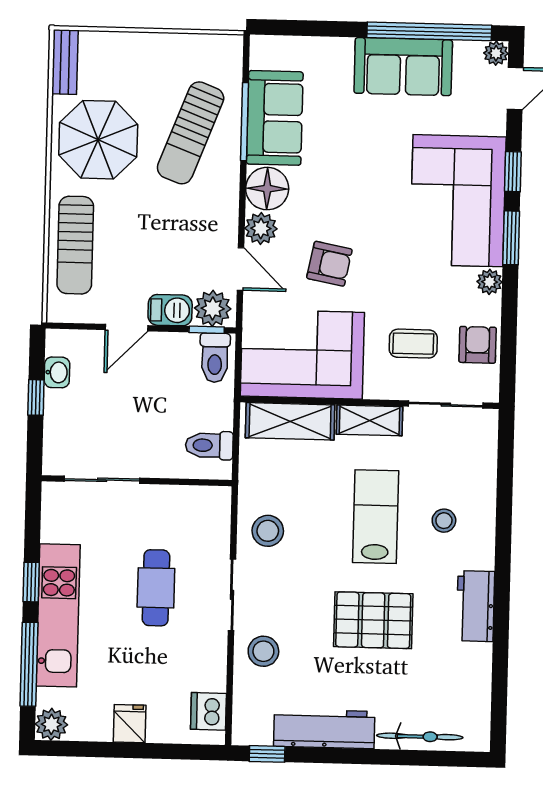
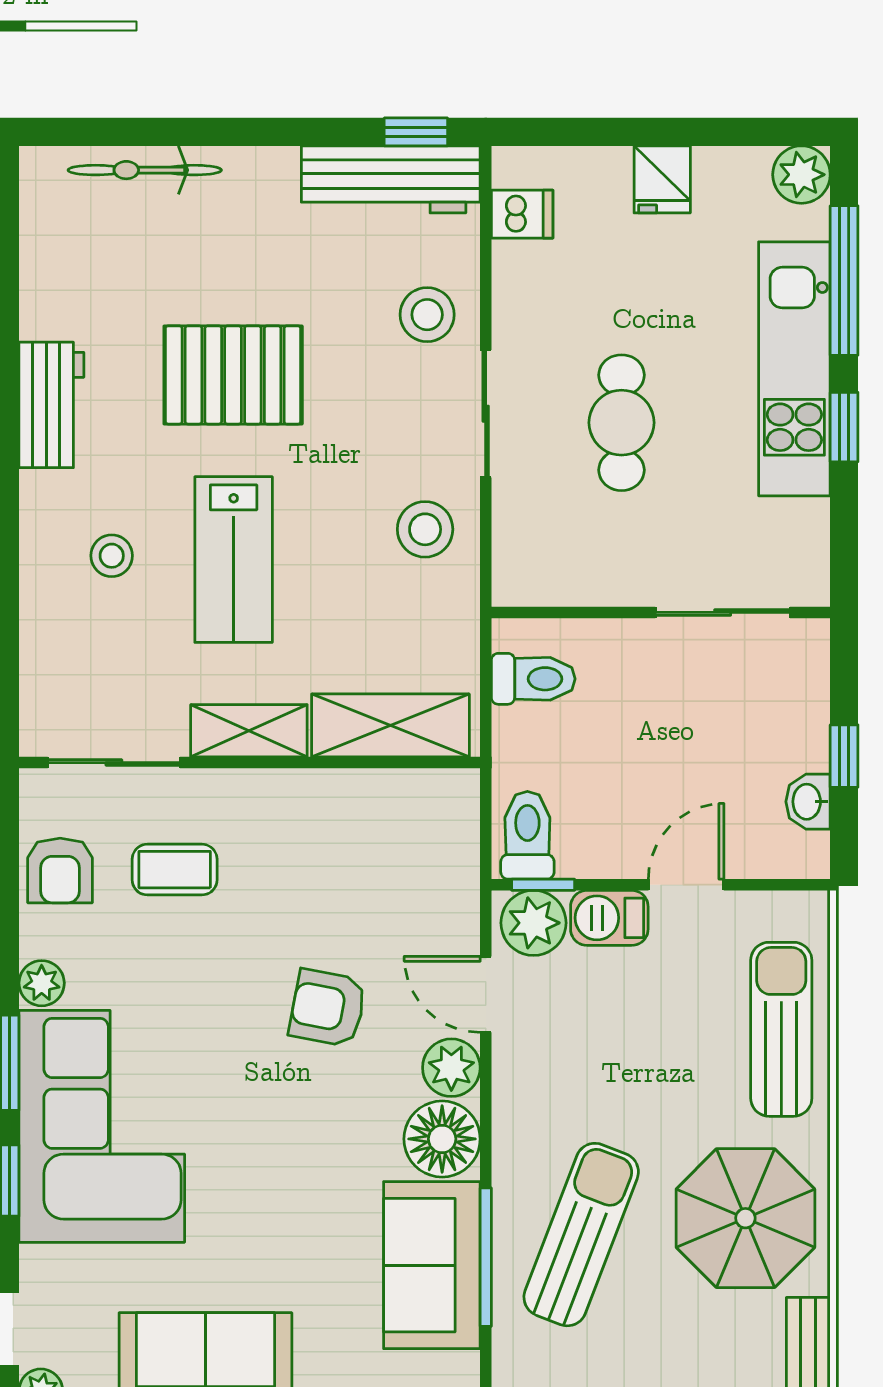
corner sofa: (302, 354) -> (372, 846), removed
dishwasher: (209, 711) -> (522, 214), width x0.73
workbench: (324, 729) -> (391, 179), moved

